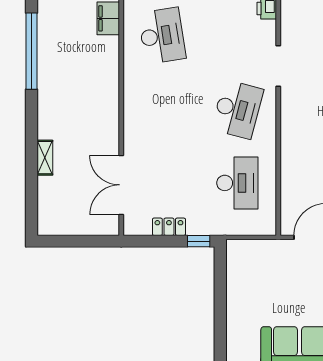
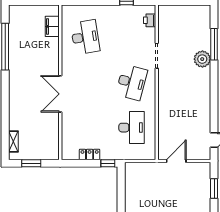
shelving: (45, 158) -> (13, 141), moved
double door: (121, 185) -> (60, 94), moved
window: (74, 241) -> (31, 163), added

